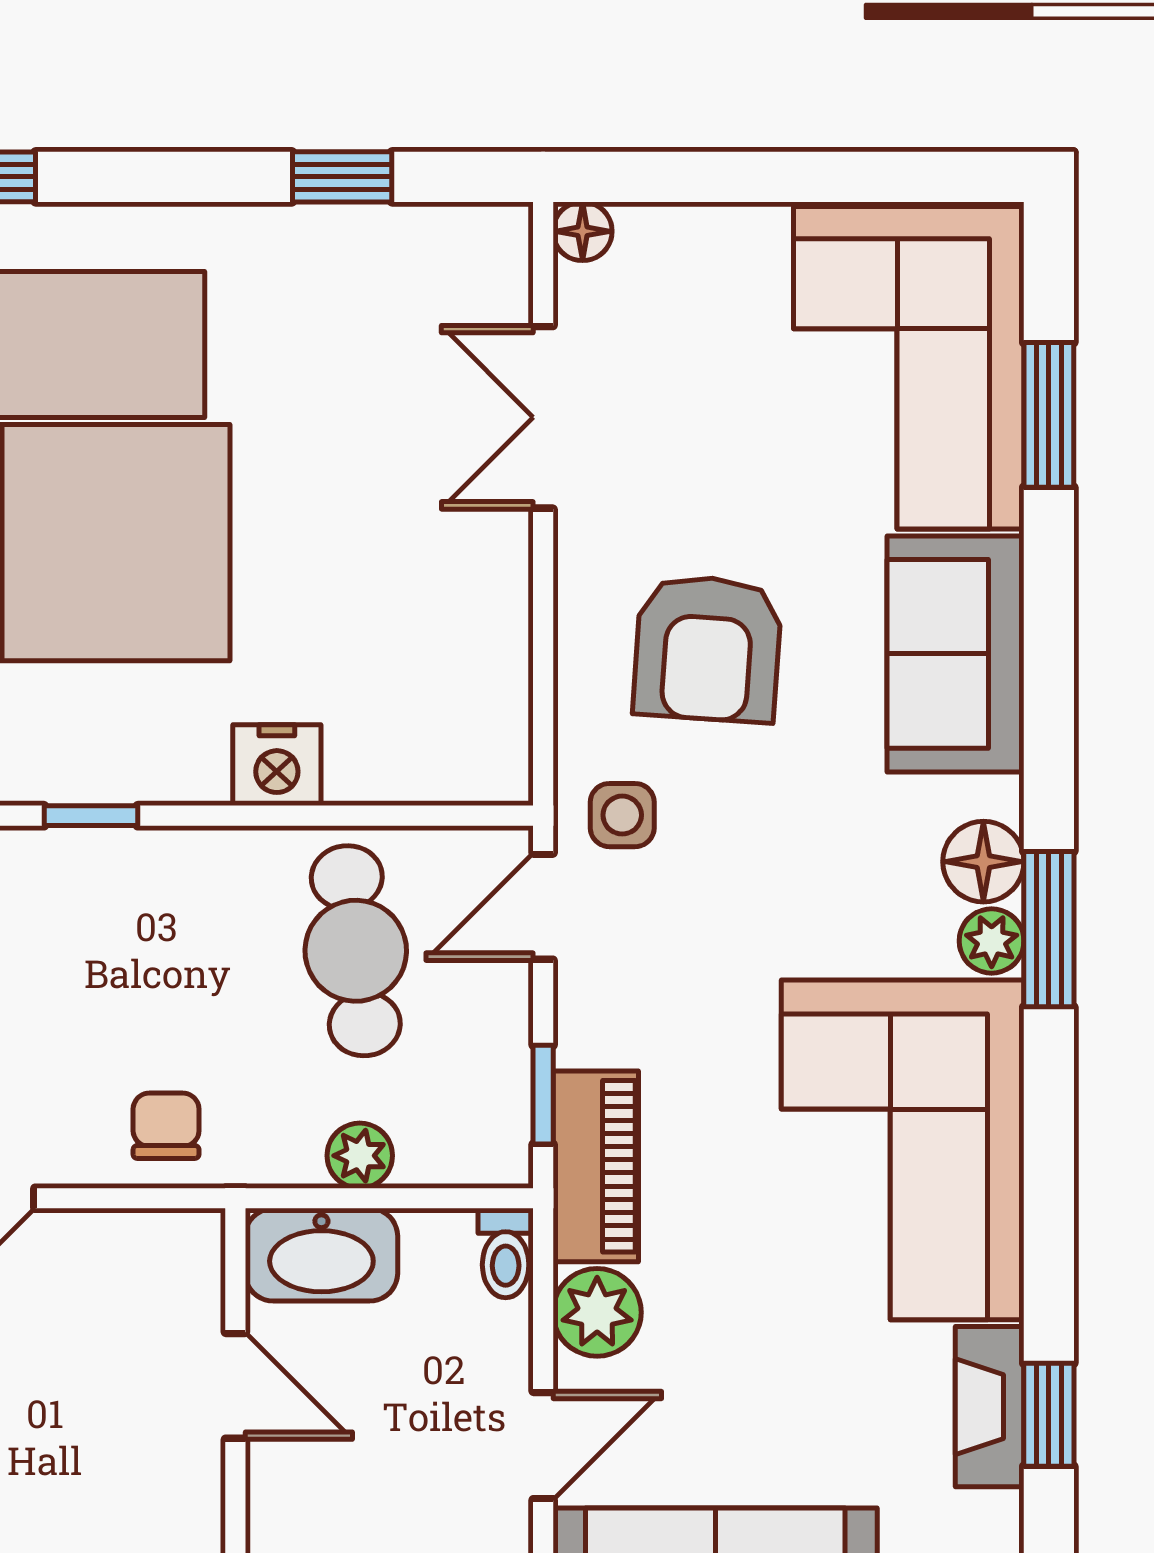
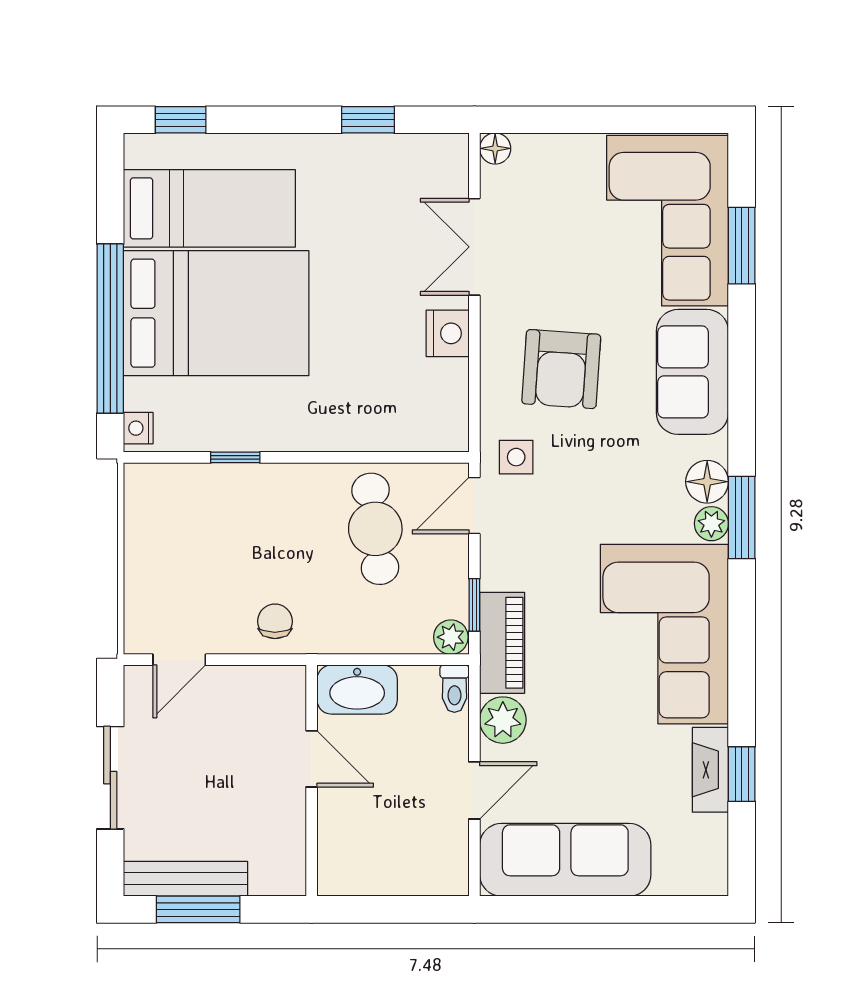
nightstand: (277, 765) -> (448, 333), moved, turned -90
plant: (360, 1156) -> (451, 637), moved

